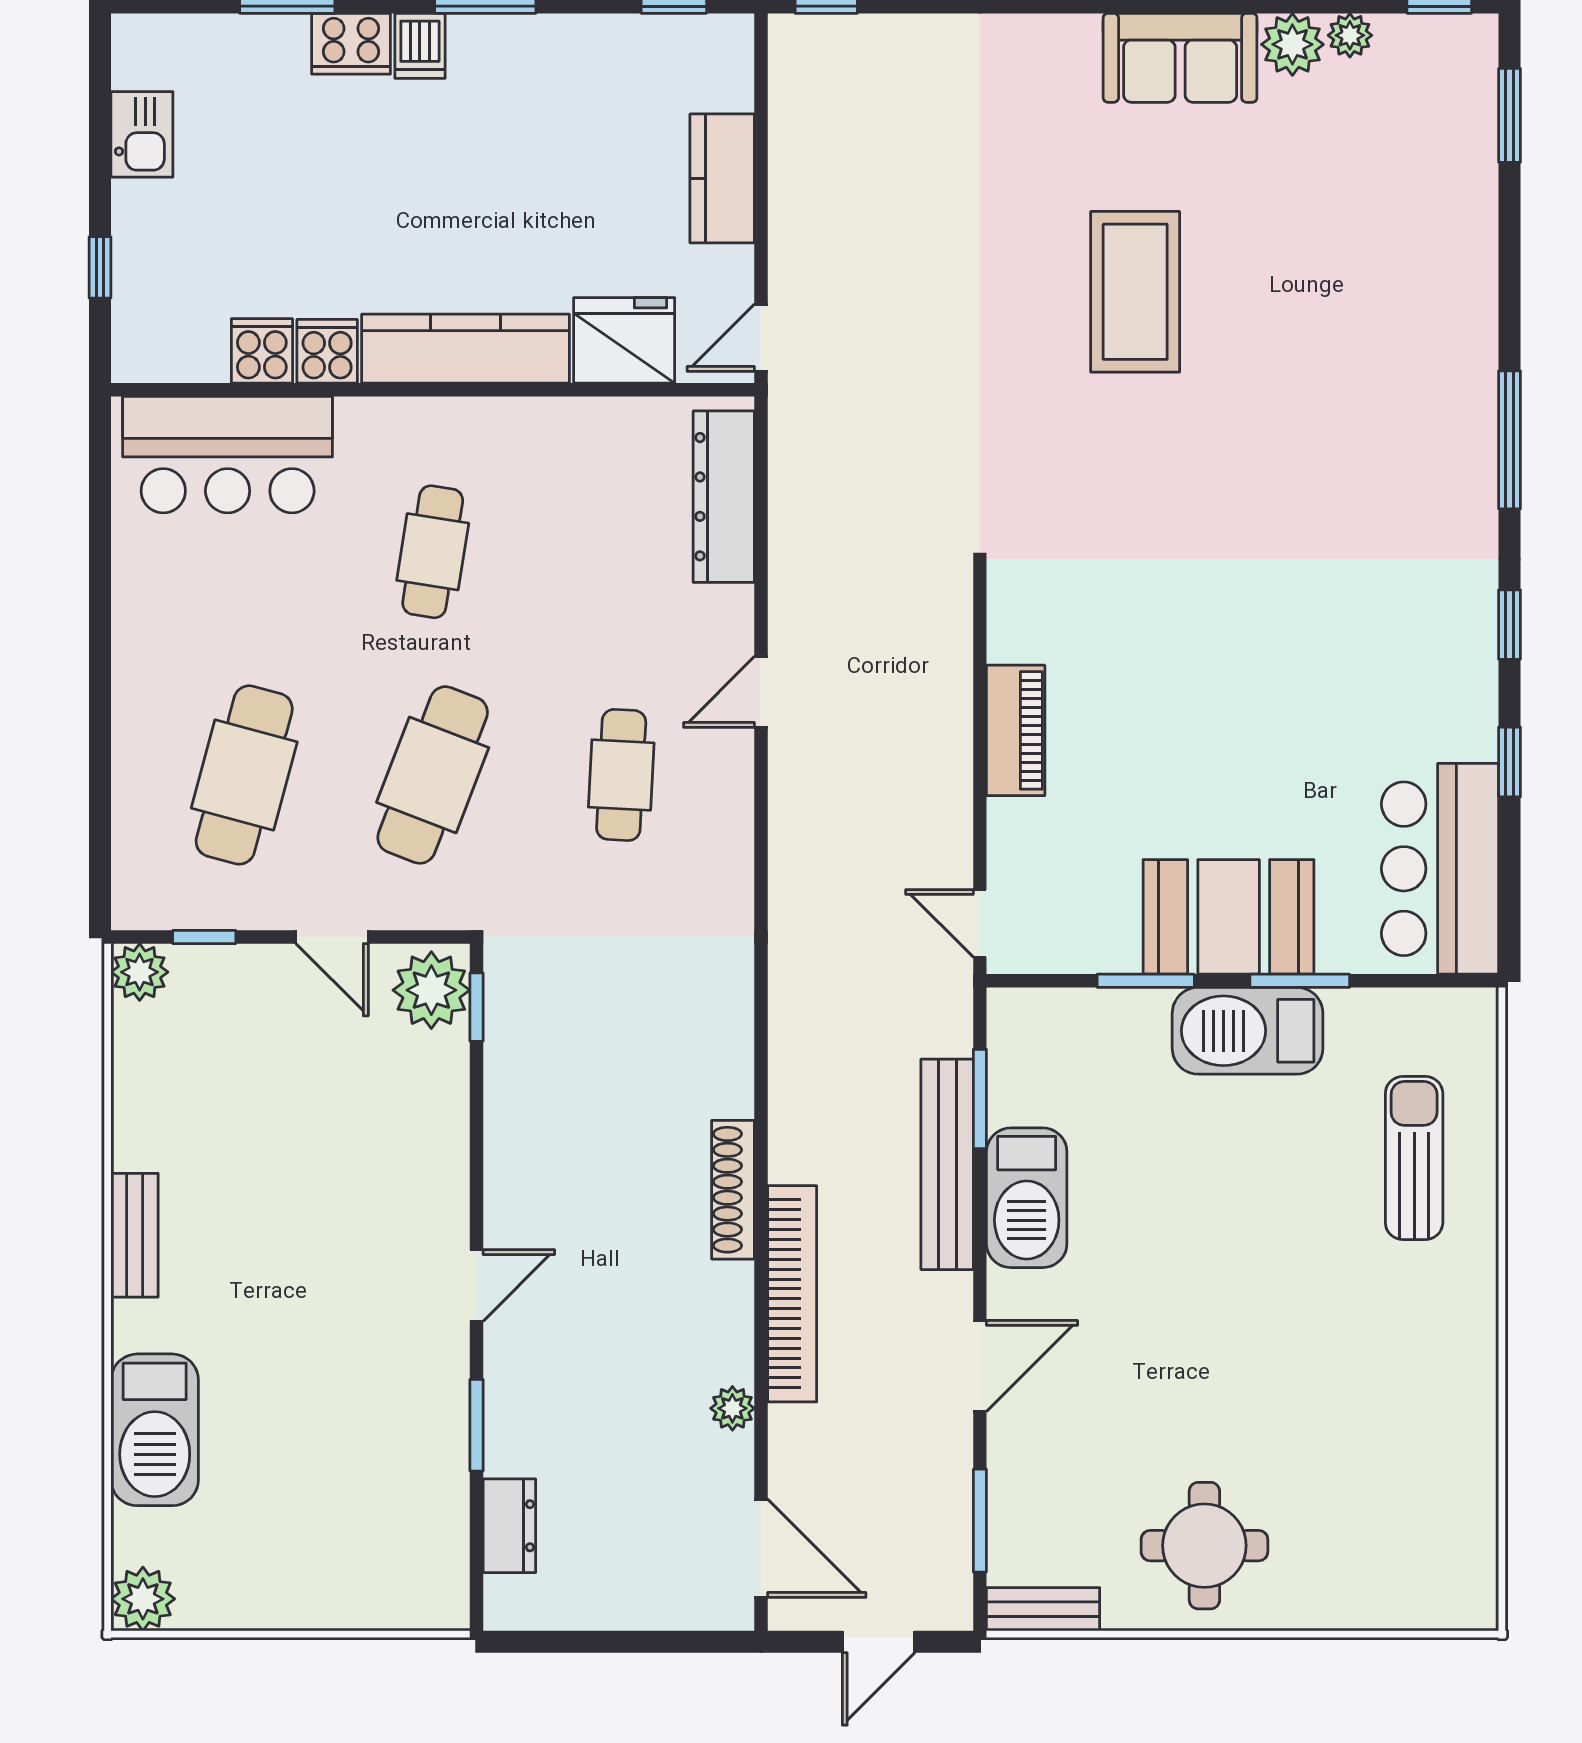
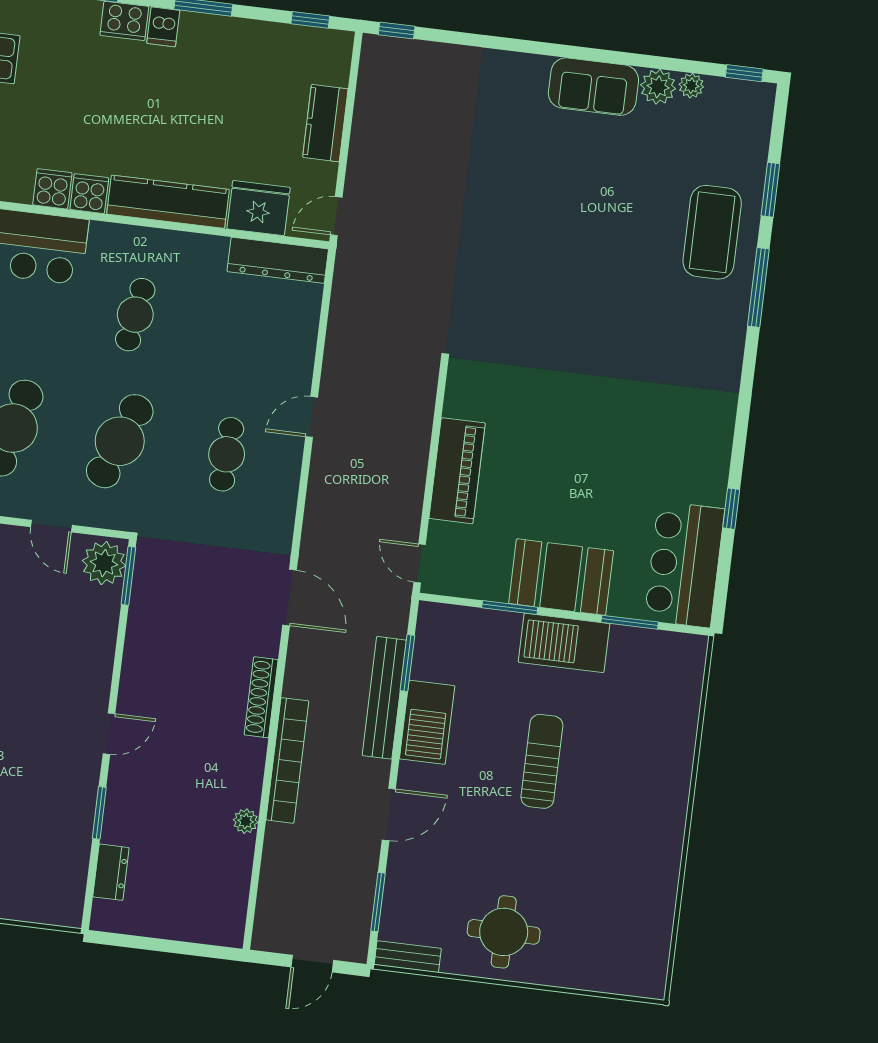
window: (1510, 115) -> (770, 190), moved
coffee table: (1135, 292) -> (712, 232), moved
window: (1510, 440) -> (758, 288), moved
dresser: (724, 497) -> (278, 260), moved, turned -90
window: (1510, 625) -> (741, 431), removed
piano: (1016, 730) -> (457, 471), width x1.37, depth x1.33
window: (1300, 981) -> (630, 622), moved
window: (476, 1007) -> (128, 576), width x1.50
sun lounger: (1414, 1158) -> (542, 761), moved
door: (761, 1548) -> (289, 597), moved

